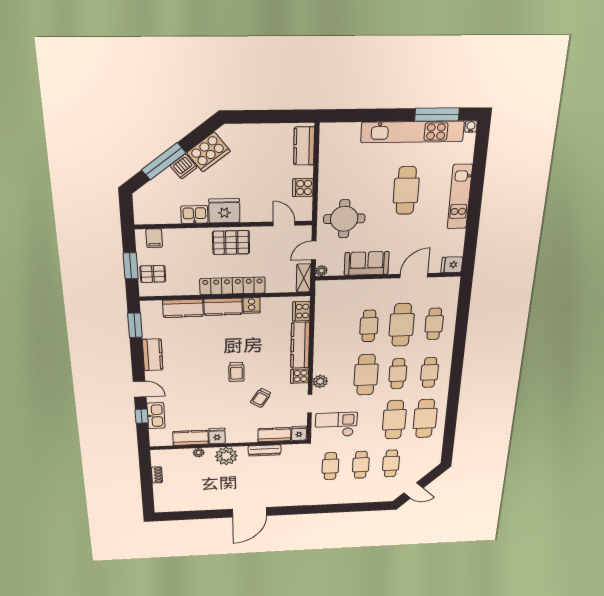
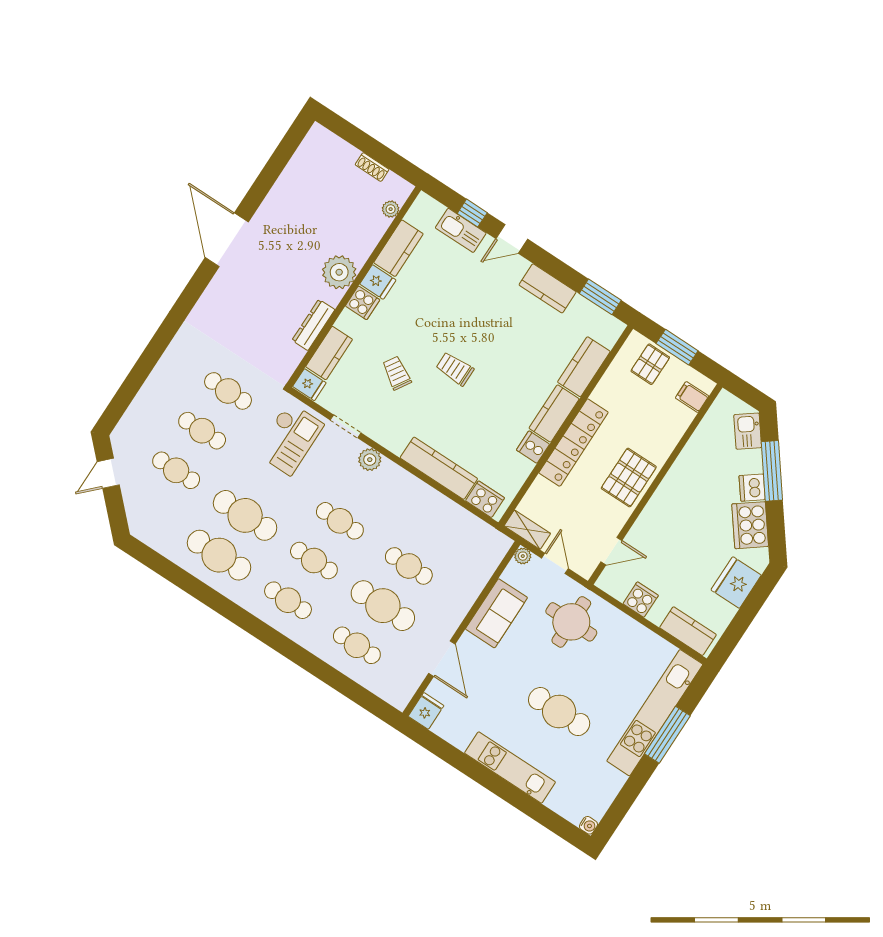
window: (437, 115) -> (667, 735), moved
kitchen unit: (413, 132) -> (655, 713), moved
fridge: (224, 211) -> (736, 582), moved, turned 180
kitchen sink: (194, 215) -> (748, 431), moved, turned 143
cafe table: (366, 375) -> (340, 521), width x0.73, depth x0.74
cooker: (299, 376) -> (363, 303), moved, turned 90
plant: (199, 453) -> (391, 209), moved

